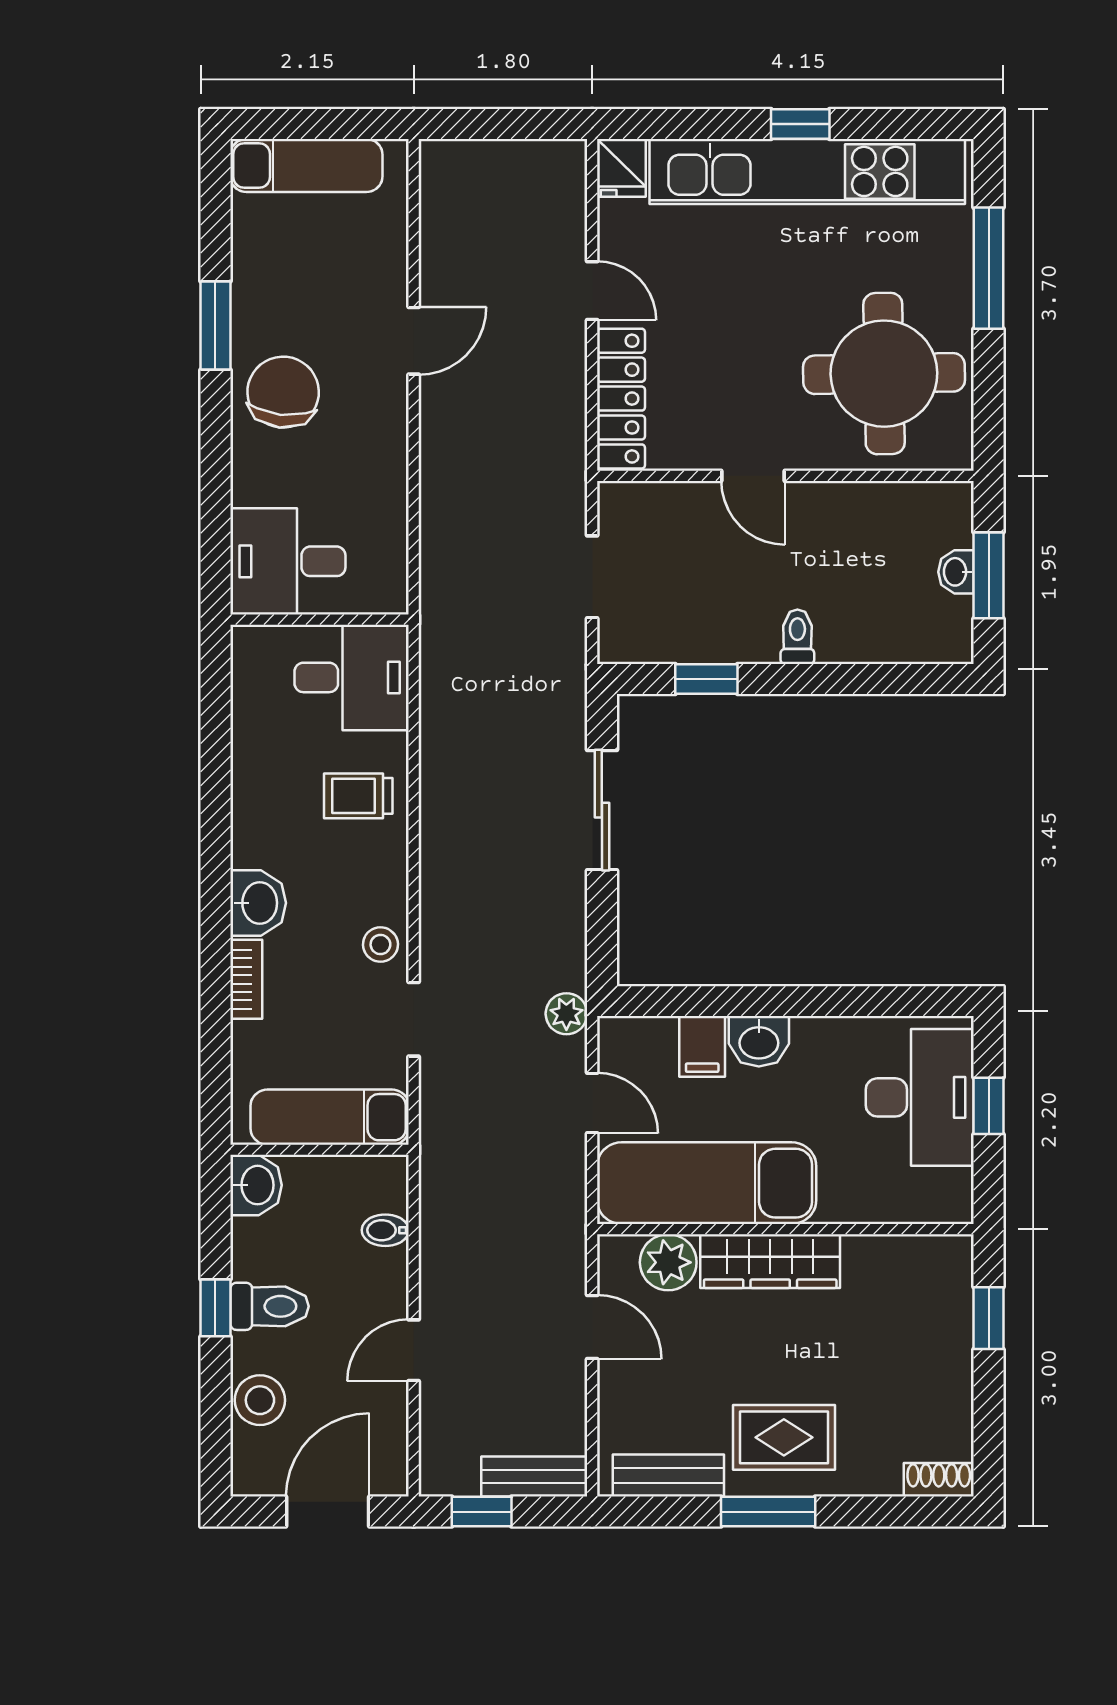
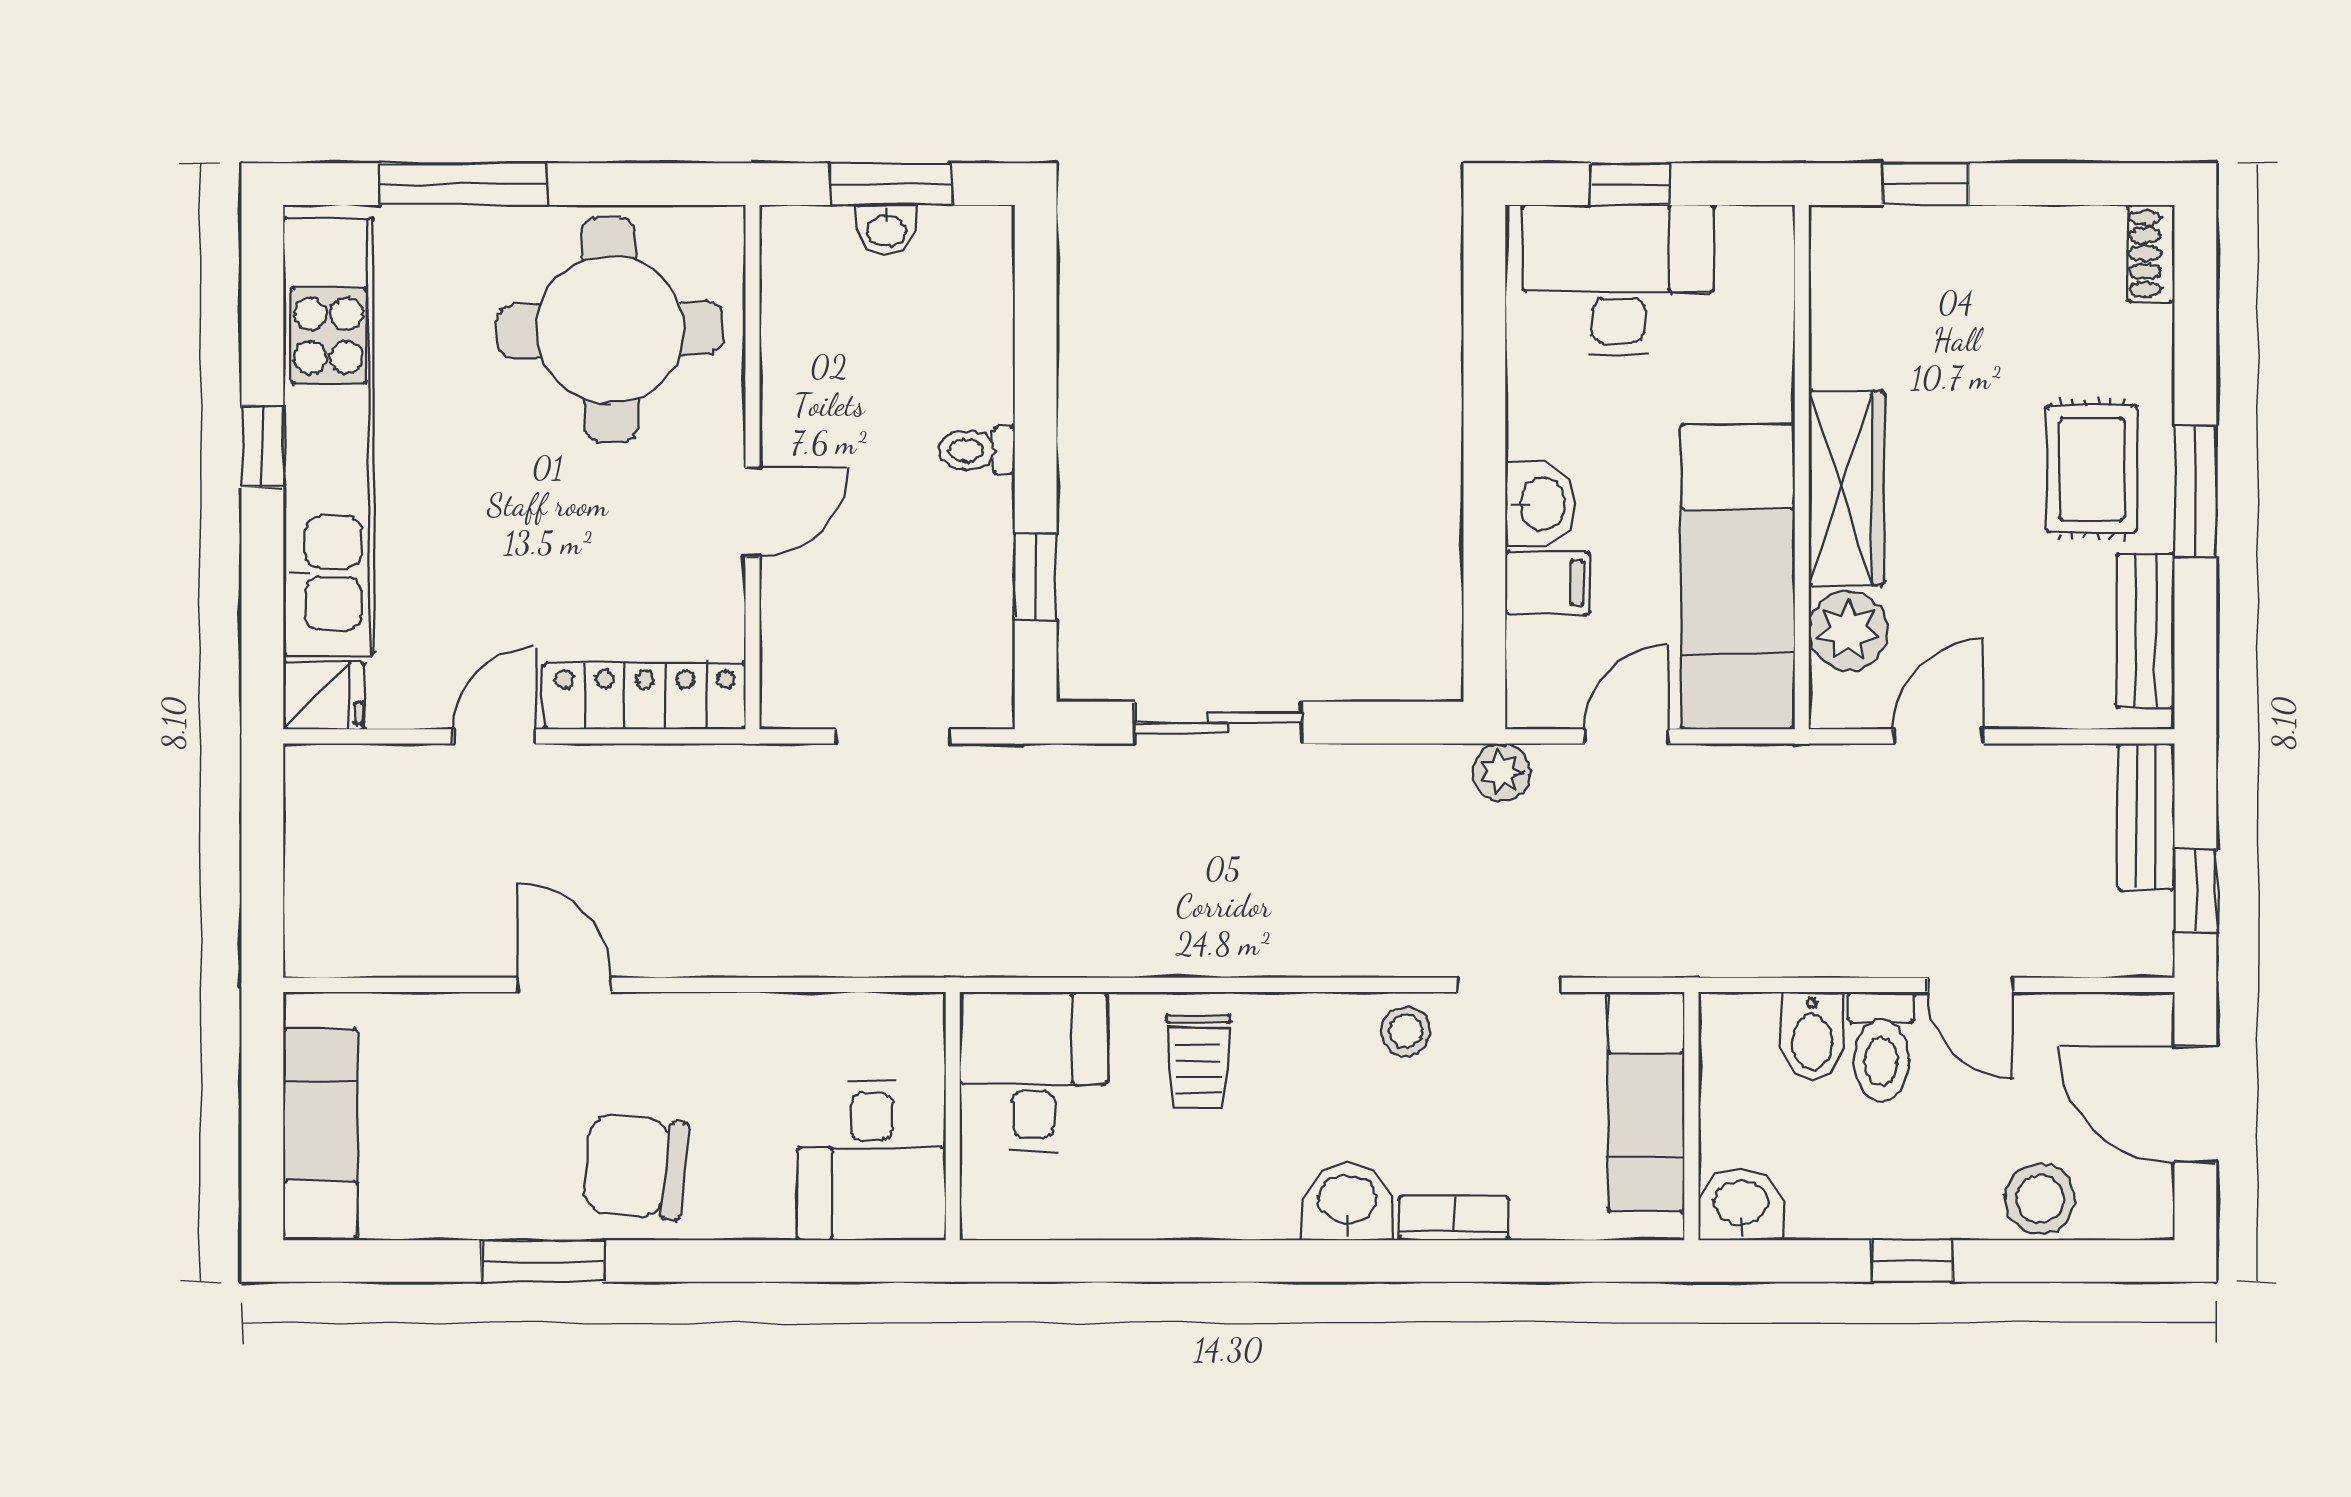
bidet: (385, 1230) -> (1812, 1036), width x1.38, depth x1.36
toilet: (269, 1306) -> (1881, 1046), moved, turned 180

